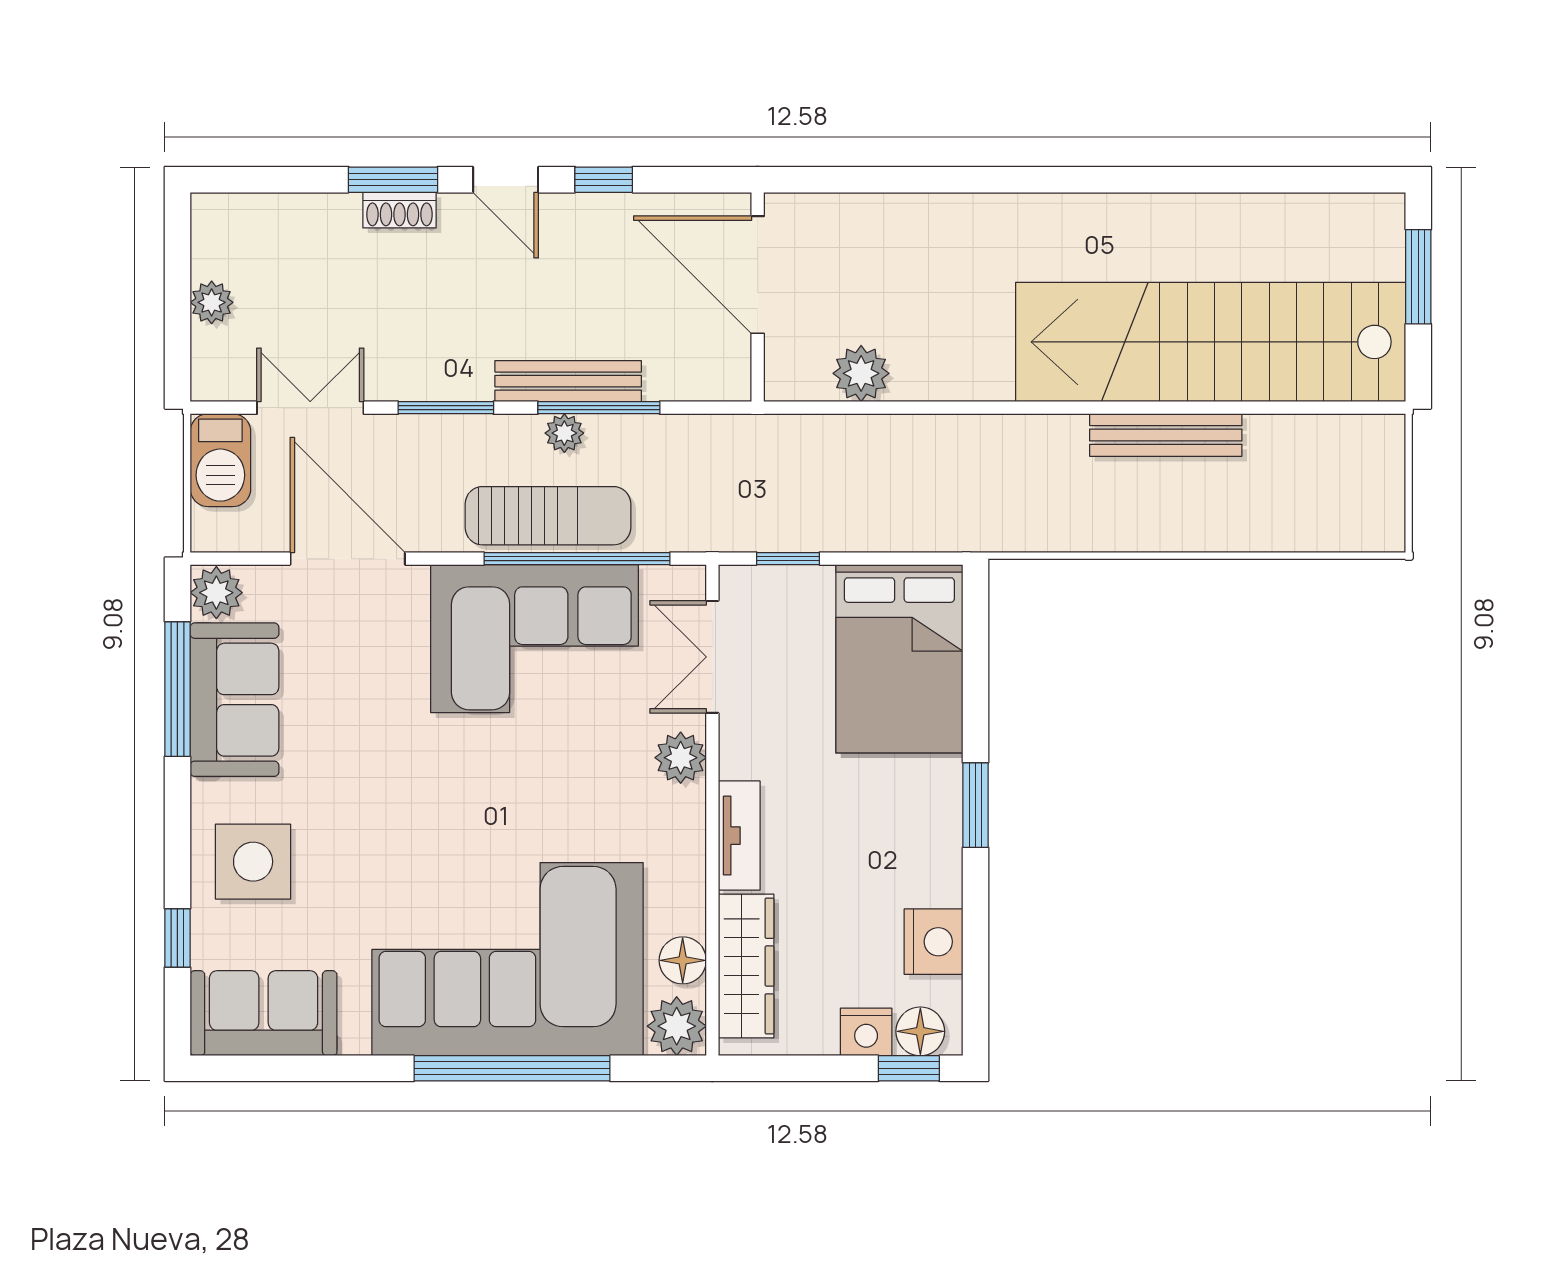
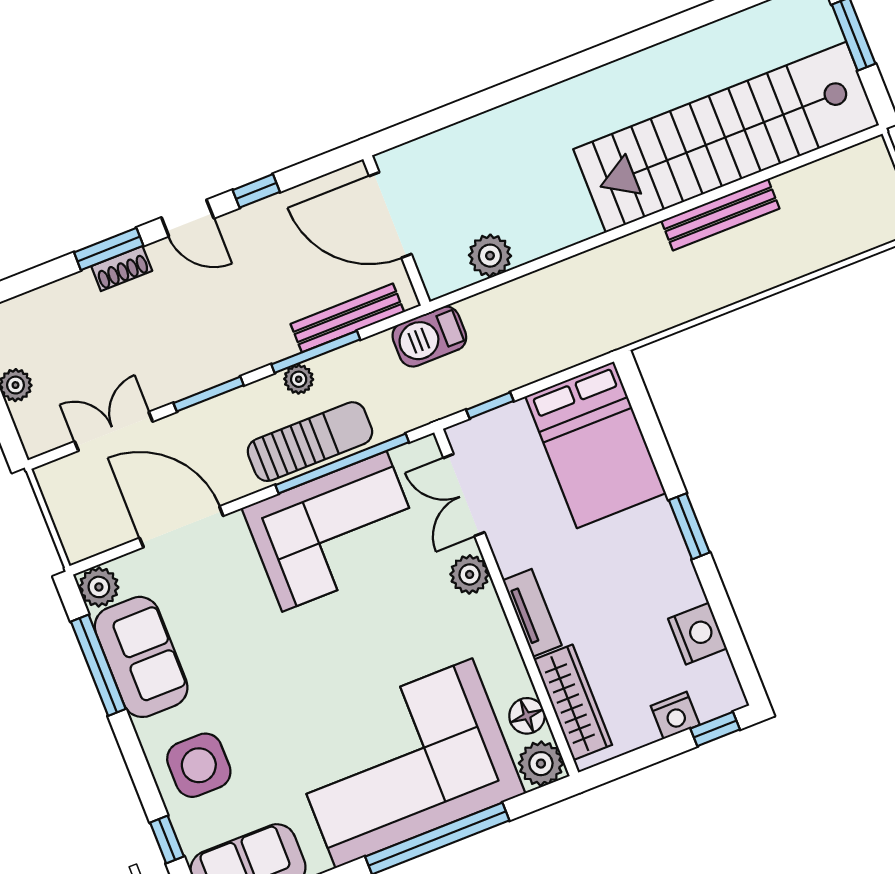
bench: (568, 381) -> (347, 318), moved
barbecue: (220, 460) -> (429, 337), moved, turned 90
floor lamp: (920, 1031) -> (713, 700), removed

